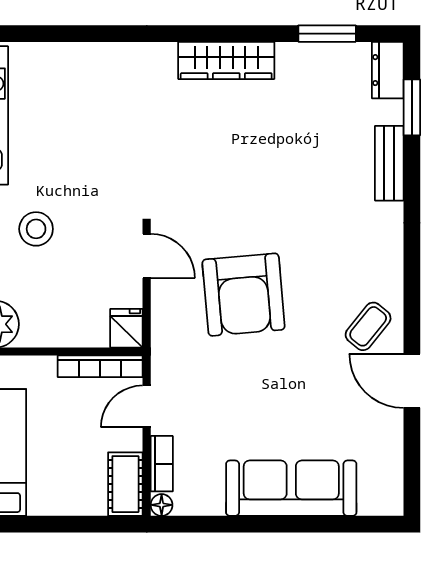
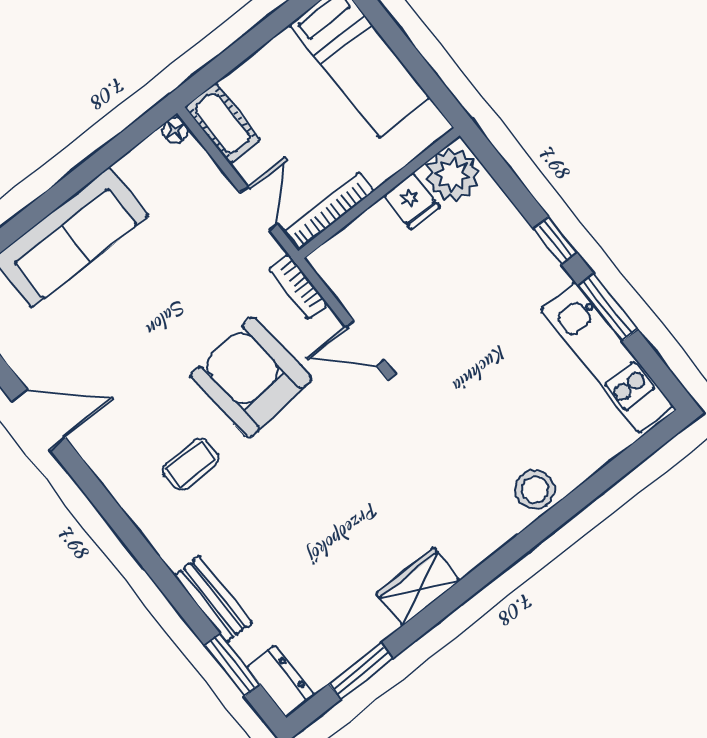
wardrobe: (226, 60) -> (418, 587), width x0.67
stool: (36, 229) -> (535, 490), moved
coffee table: (368, 326) -> (191, 464), moved, turned 51
fridge: (126, 328) -> (412, 201), moved
bookcase: (162, 464) -> (298, 286), moved

